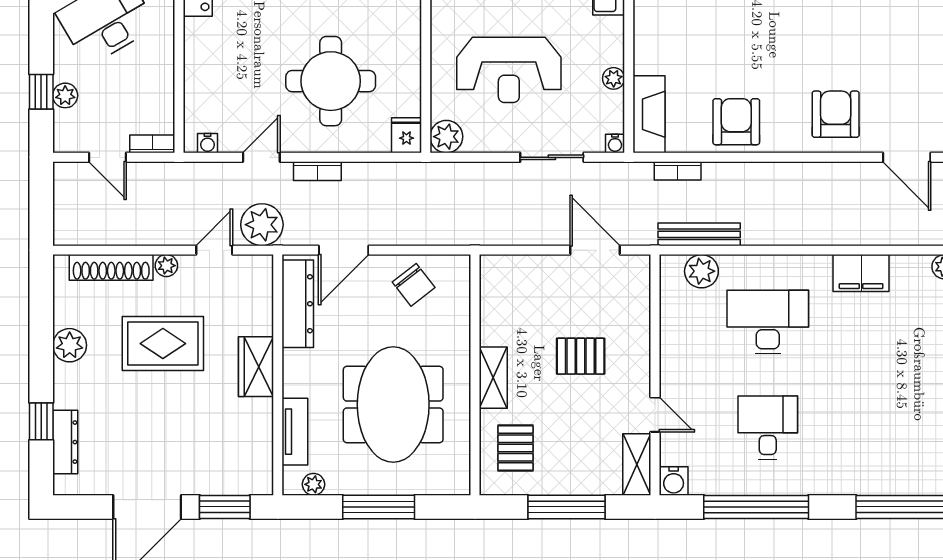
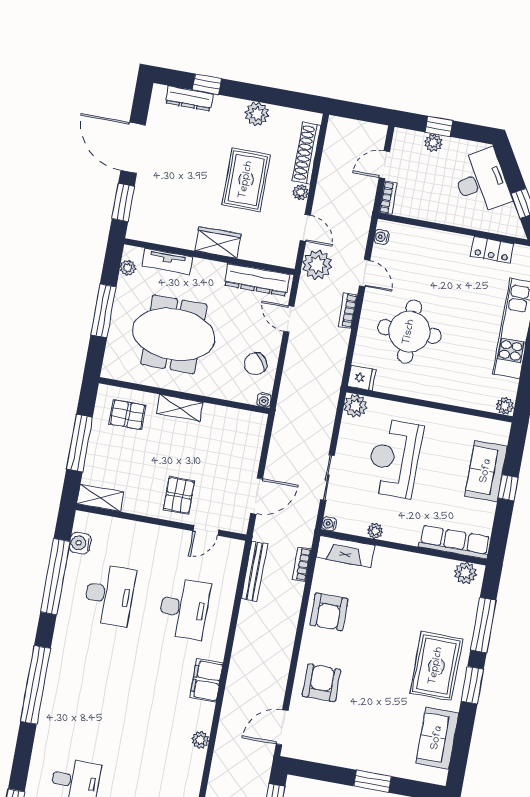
armchair: (836, 114) -> (322, 683), turned -90
armchair: (736, 122) -> (329, 612), turned 90
door: (344, 250) -> (289, 319), width x0.73
water cooler: (461, 264) -> (264, 400), added
plant: (701, 271) -> (228, 568), removed
pallet: (581, 356) -> (179, 495), moved
door: (655, 415) -> (206, 530), moved
desk: (768, 428) -> (109, 595), width x1.37
water cooler: (674, 481) -> (80, 543), moved

